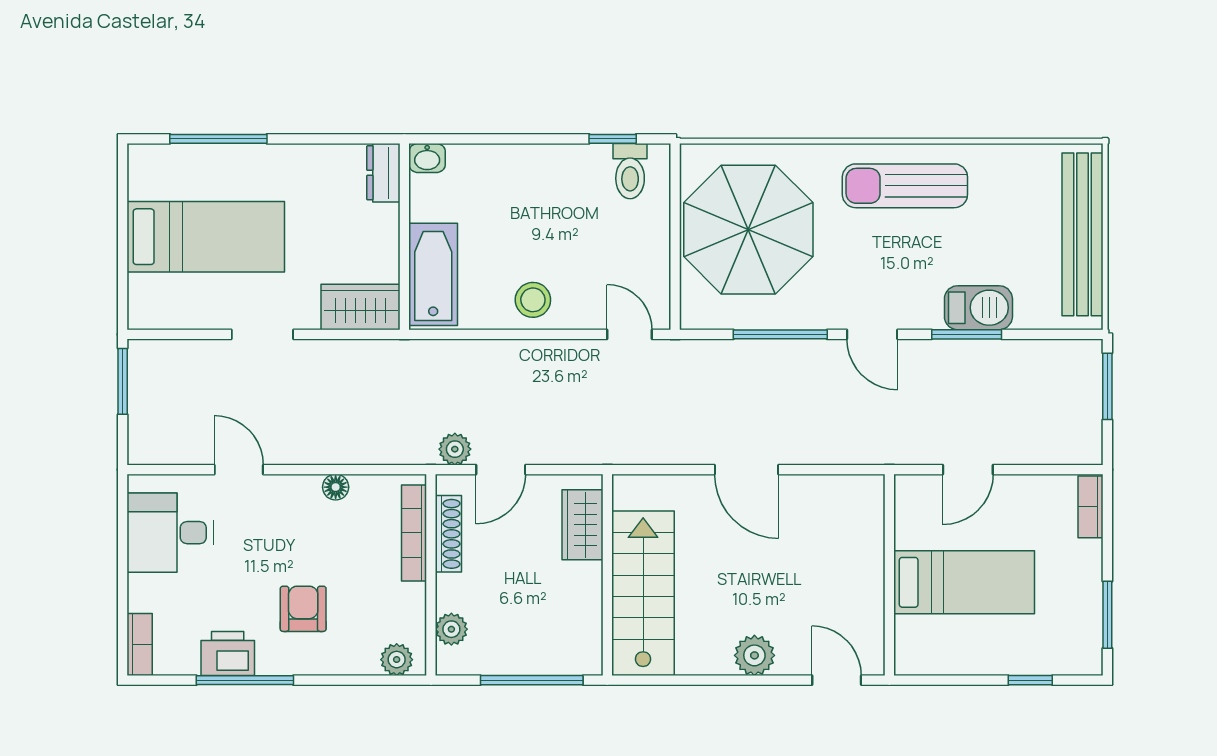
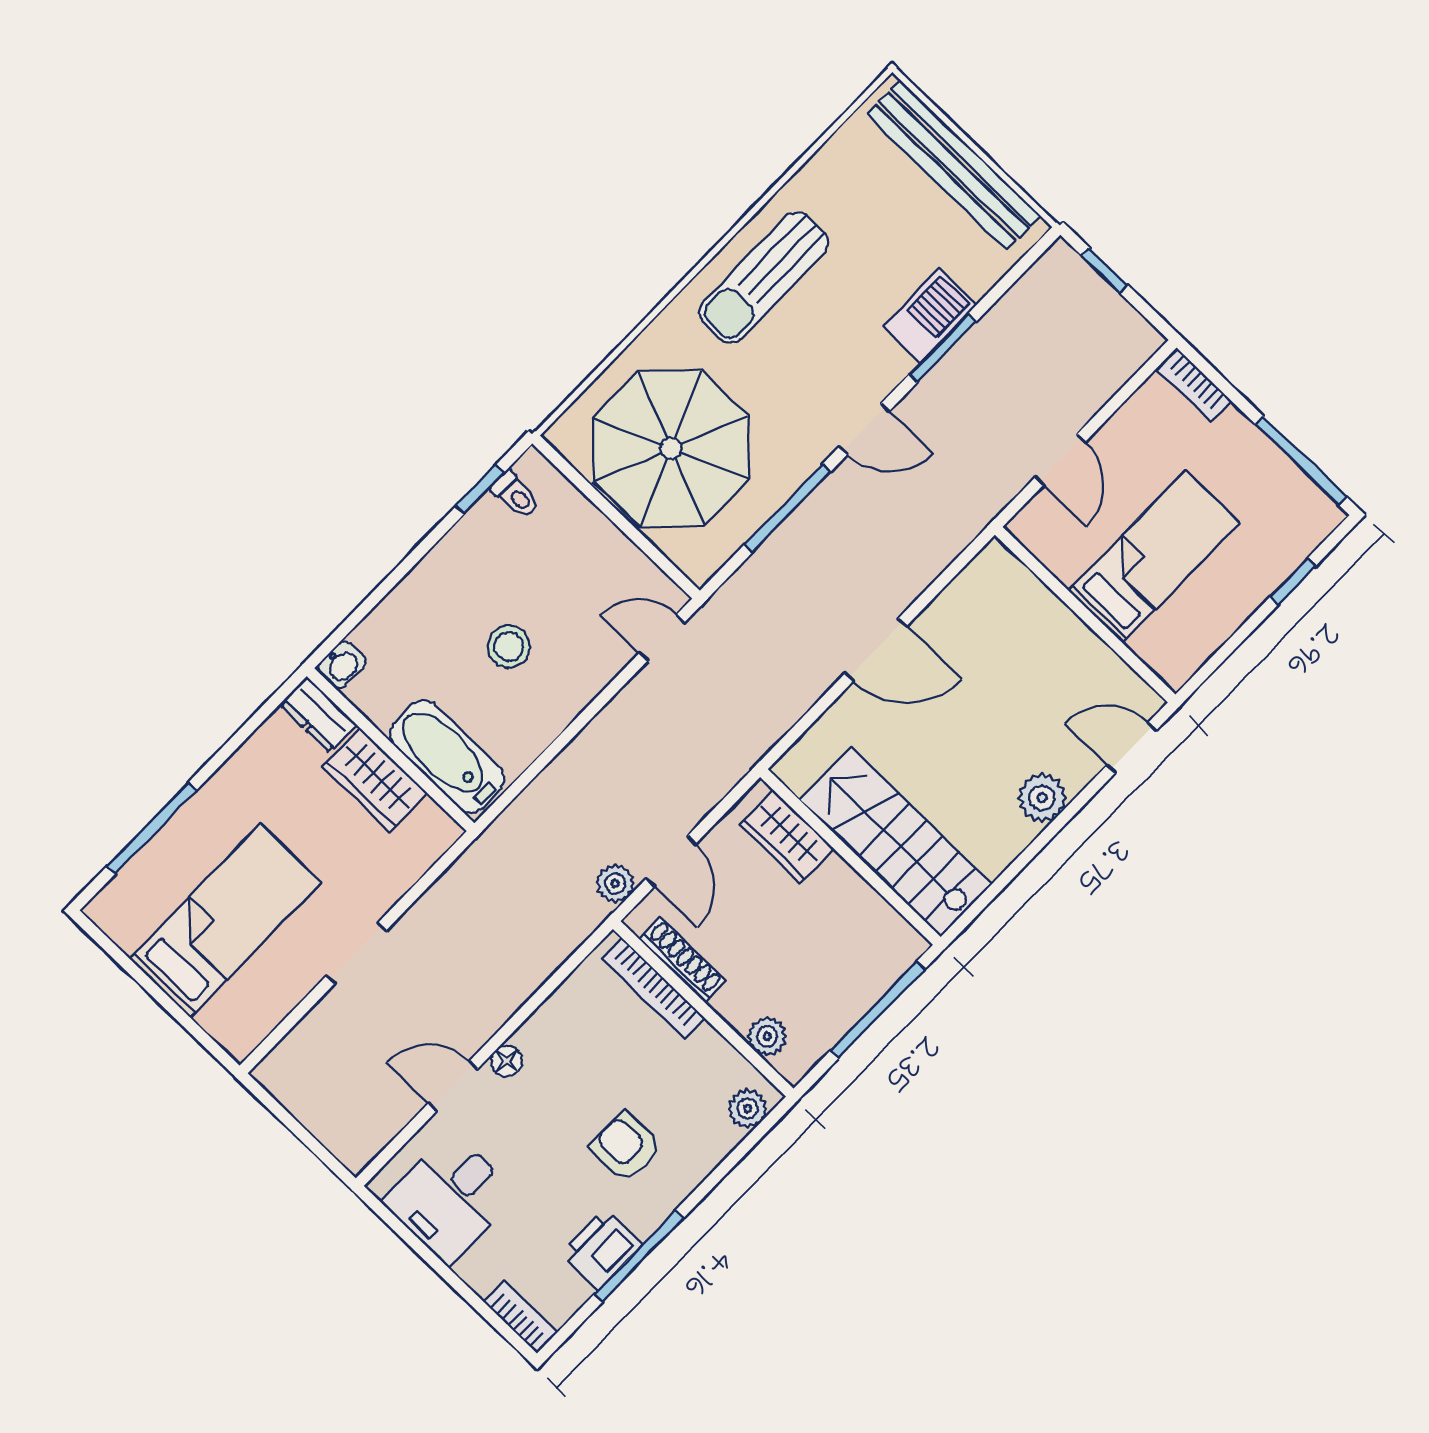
toilet: (630, 171) -> (516, 495), width x0.73, depth x0.72
stool: (533, 300) -> (509, 647), moved
wardrobe: (361, 307) -> (375, 780), moved, turned -90
window: (123, 381) -> (280, 1113), removed
window: (1107, 386) -> (1105, 270), width x0.67
floor lamp: (336, 487) -> (507, 1061), moved
window: (1107, 615) -> (1301, 461), width x1.44

